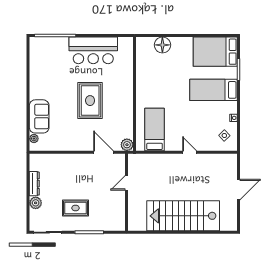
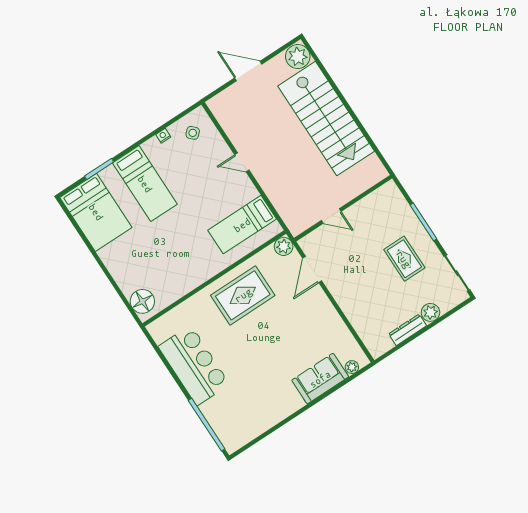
floor lamp: (162, 45) -> (142, 301), moved
rug: (90, 101) -> (243, 295), moved
door: (190, 152) -> (242, 162), hinge flipped
plant: (228, 223) -> (298, 56), added

